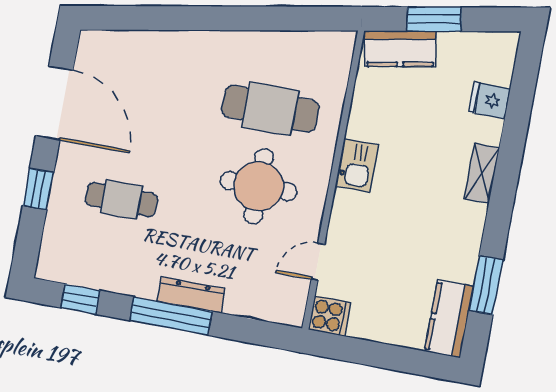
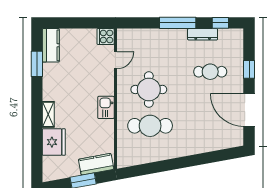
fridge: (490, 100) -> (54, 142), width x1.88, depth x1.34
dresser: (191, 295) -> (203, 34), moved

